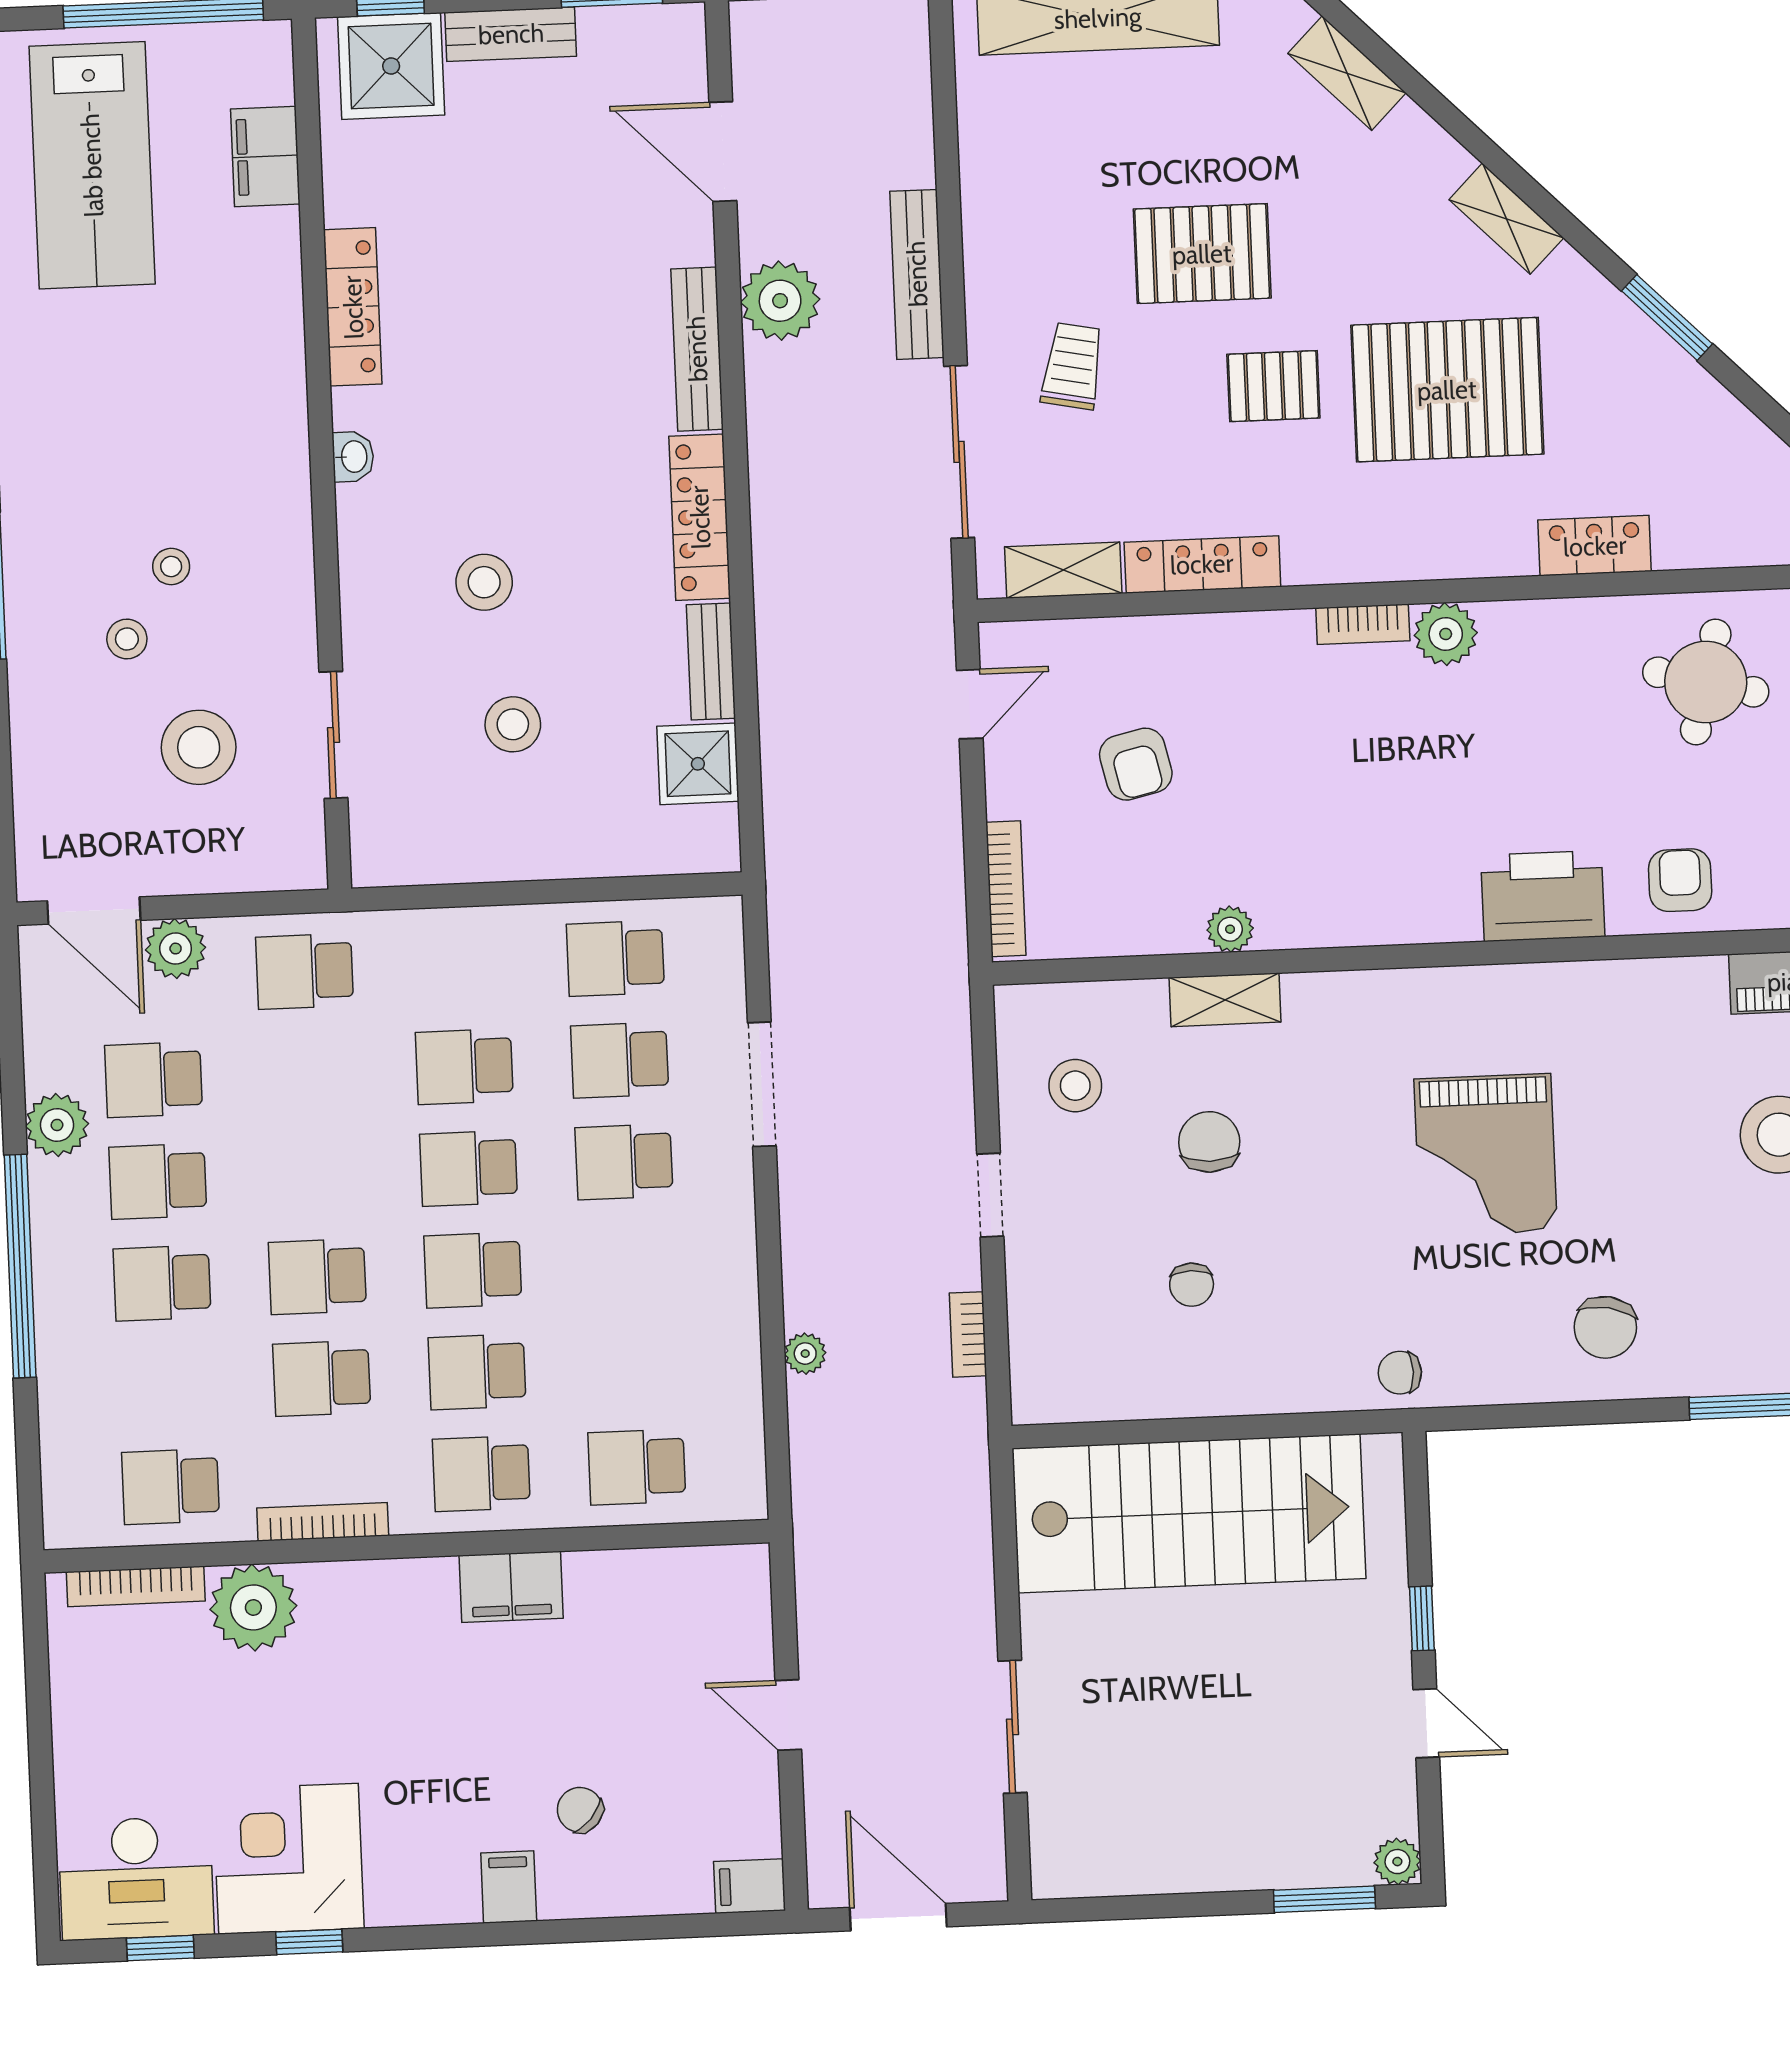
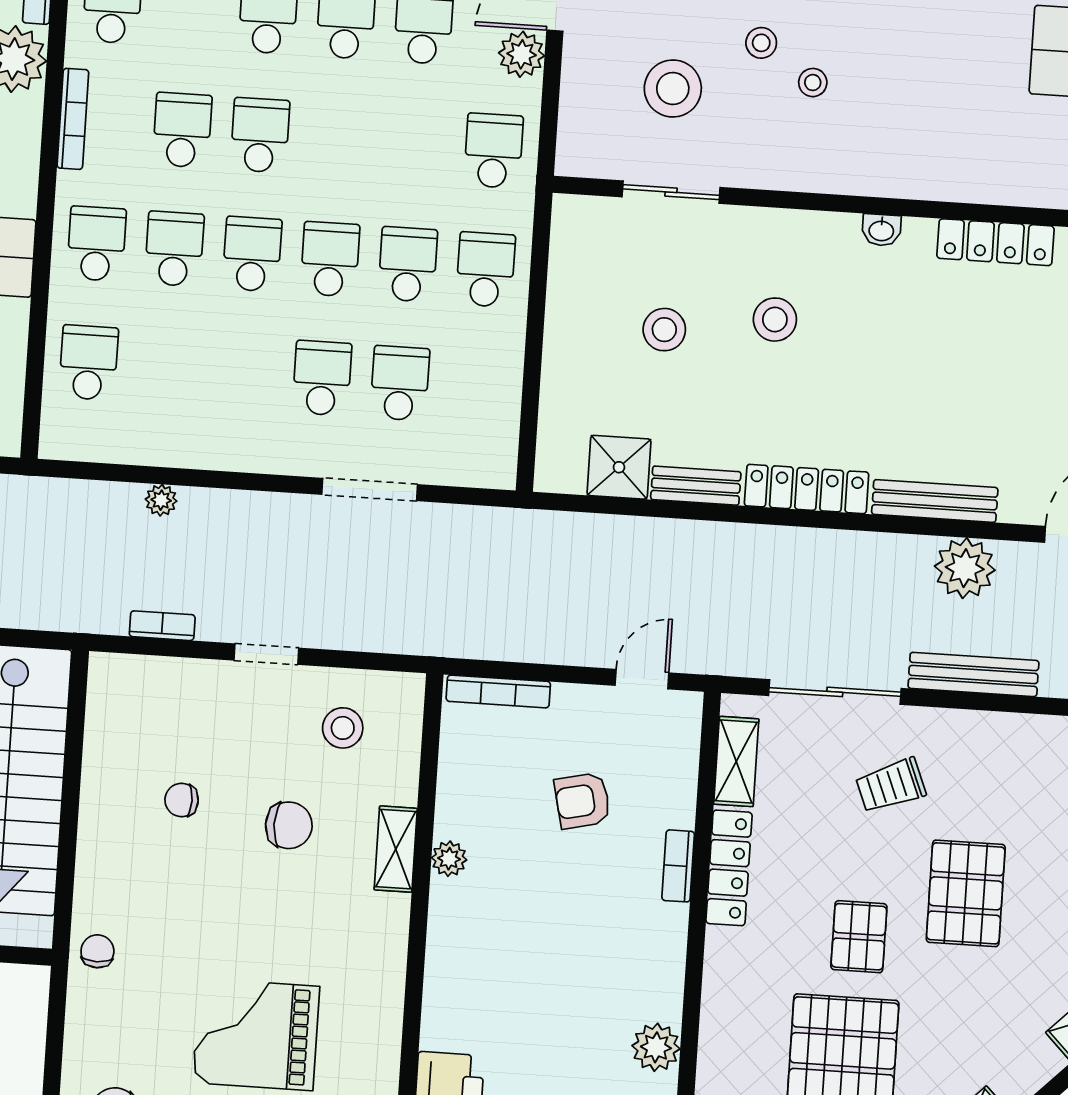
trolley: (1073, 366) -> (891, 785), turned 147
bookcase: (1363, 624) -> (678, 866), moved
door: (970, 704) -> (642, 679), swing flipped
school desk: (615, 958) -> (486, 270), moved

